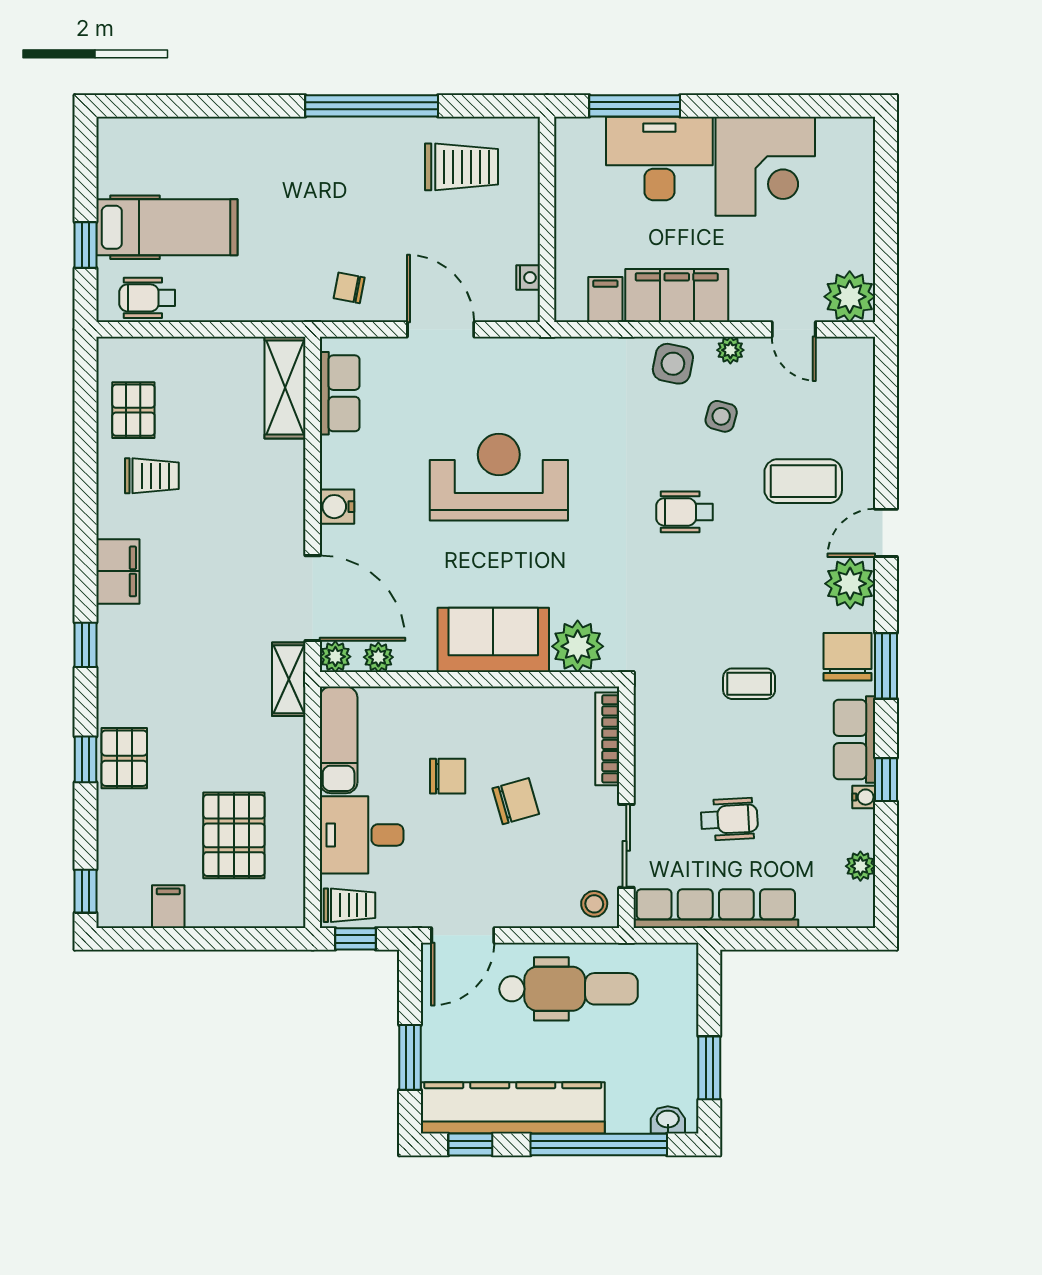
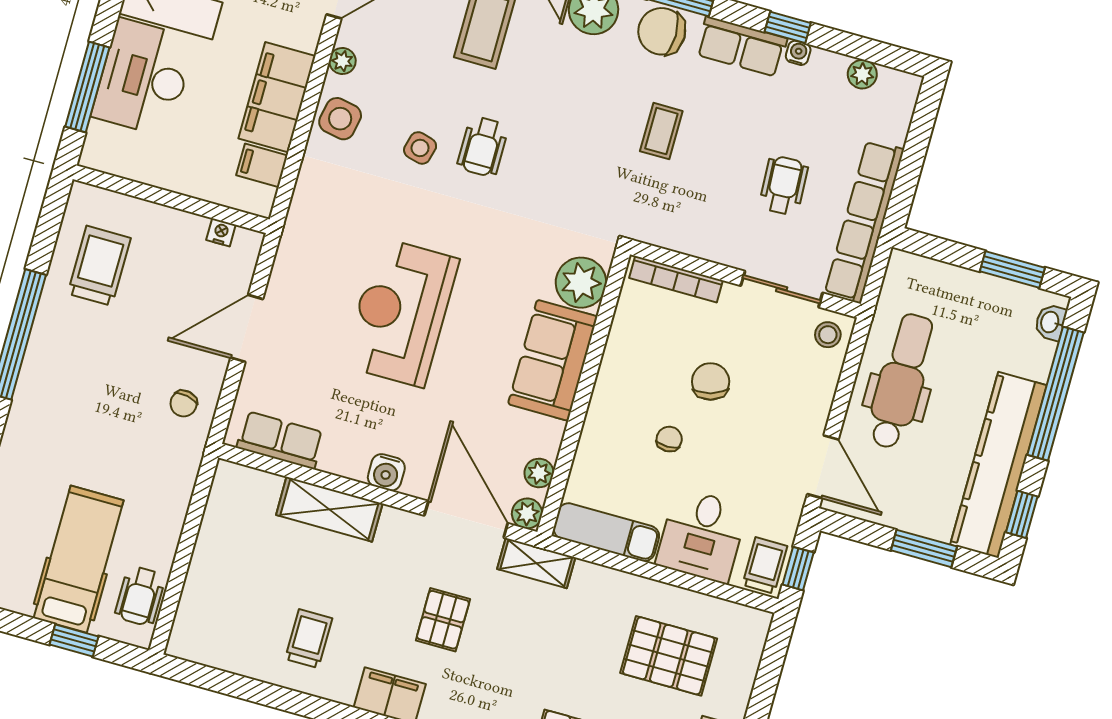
shelving: (285, 388) -> (329, 509), moved
pallet: (133, 410) -> (443, 620), moved, turned 90
side table: (721, 416) -> (420, 148), moved
door: (313, 598) -> (466, 519), hinge flipped
chair: (448, 776) -> (669, 439), width x0.73, depth x0.73

